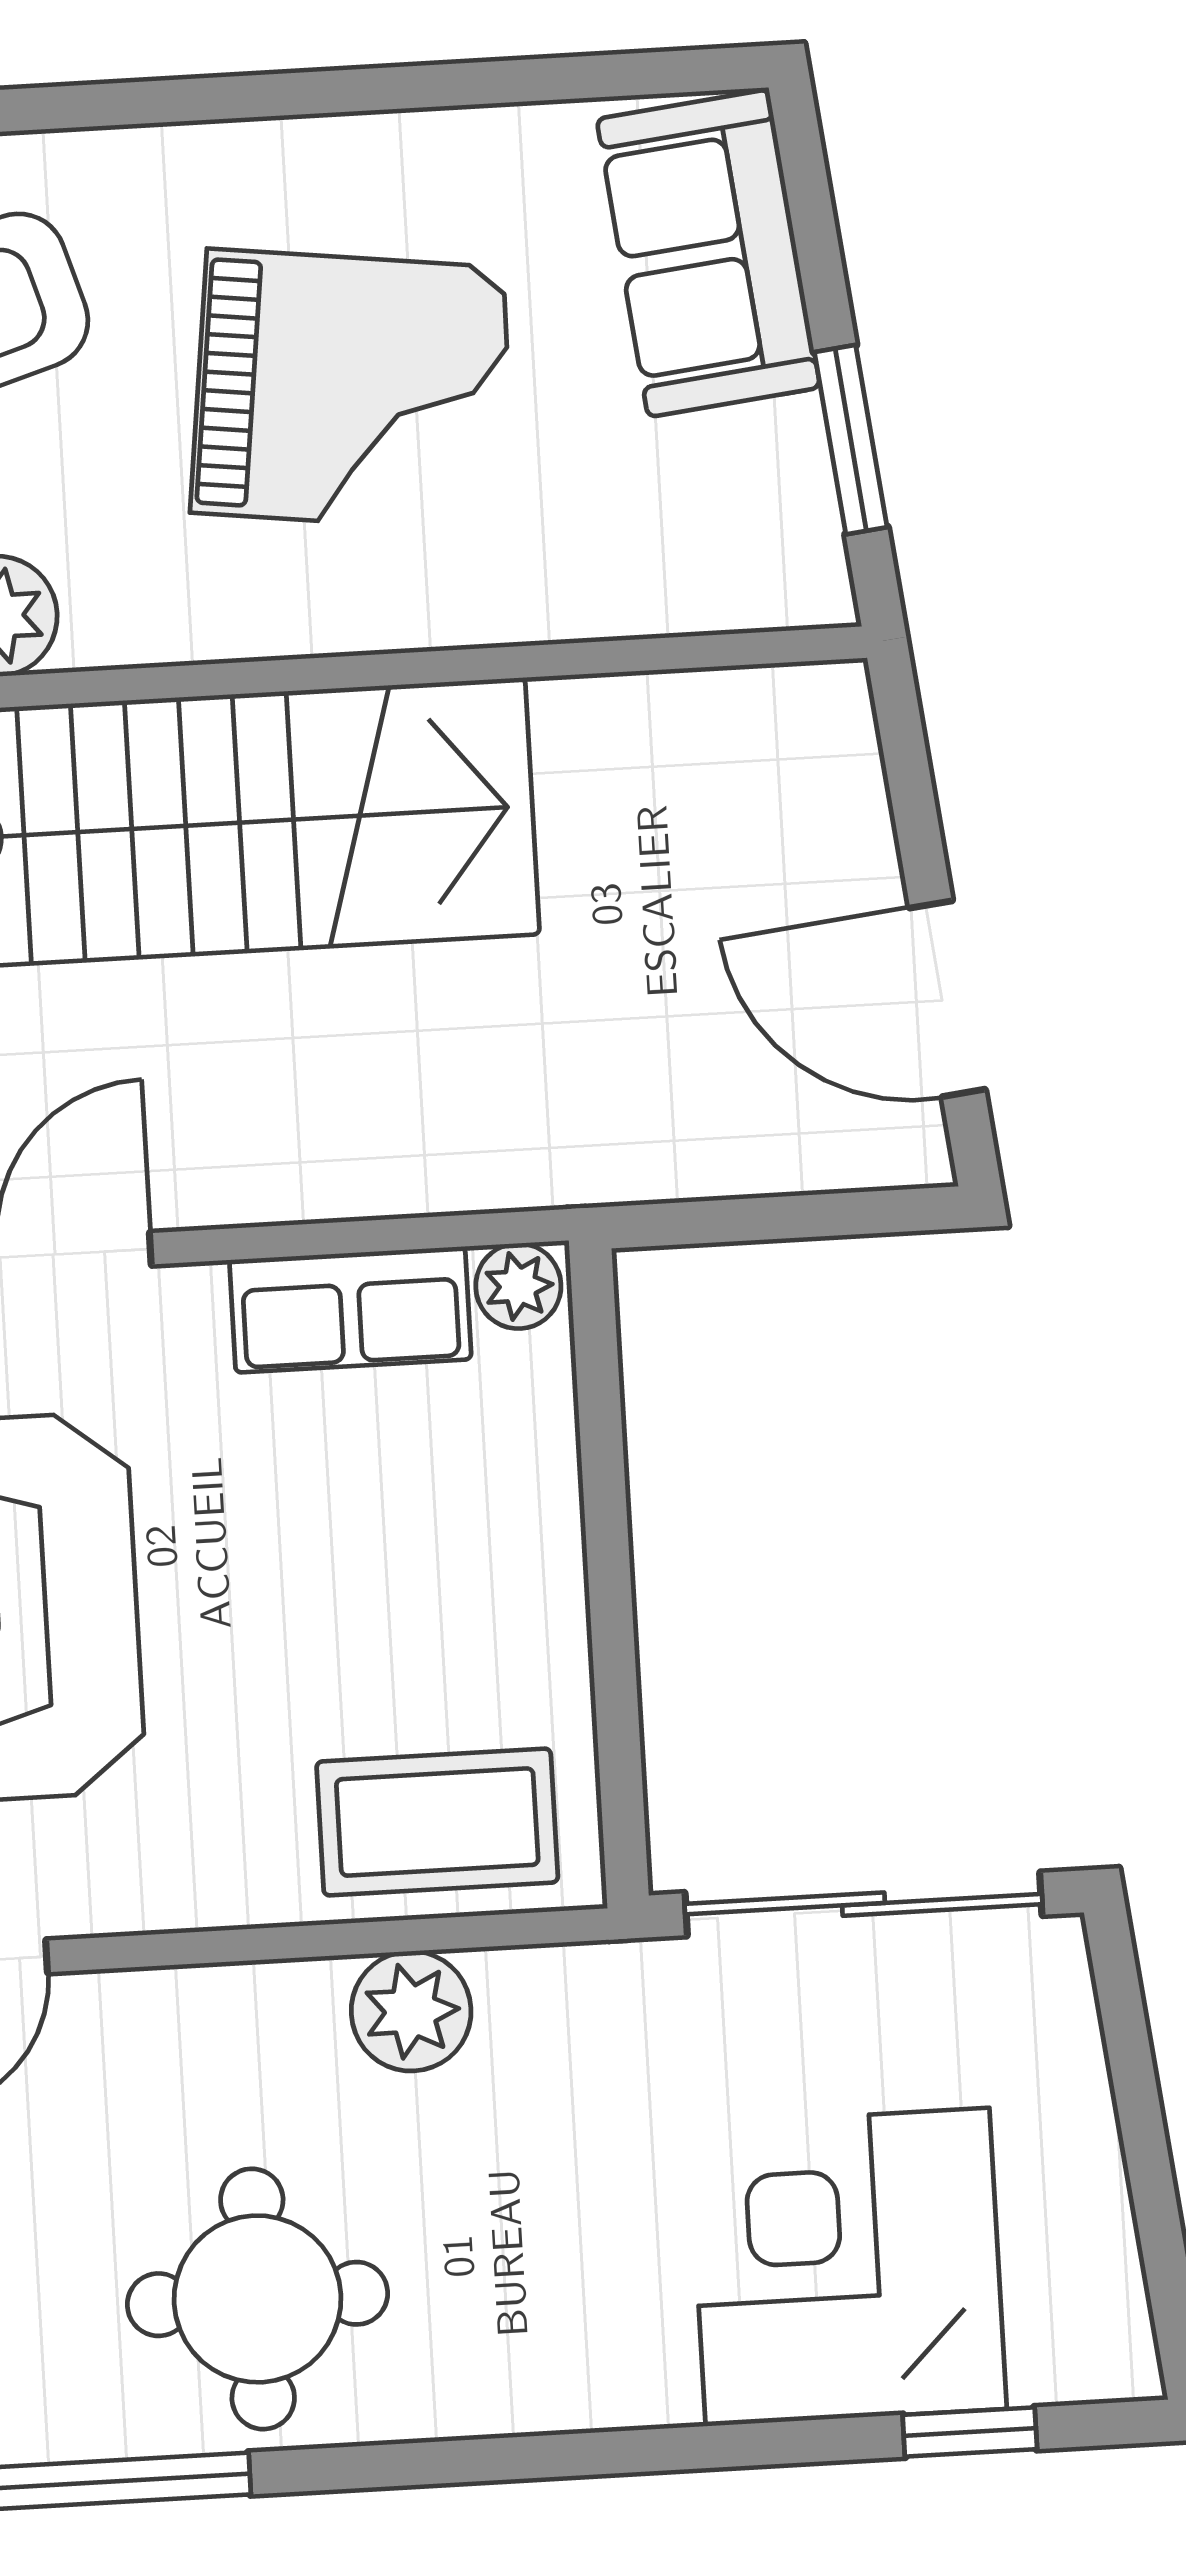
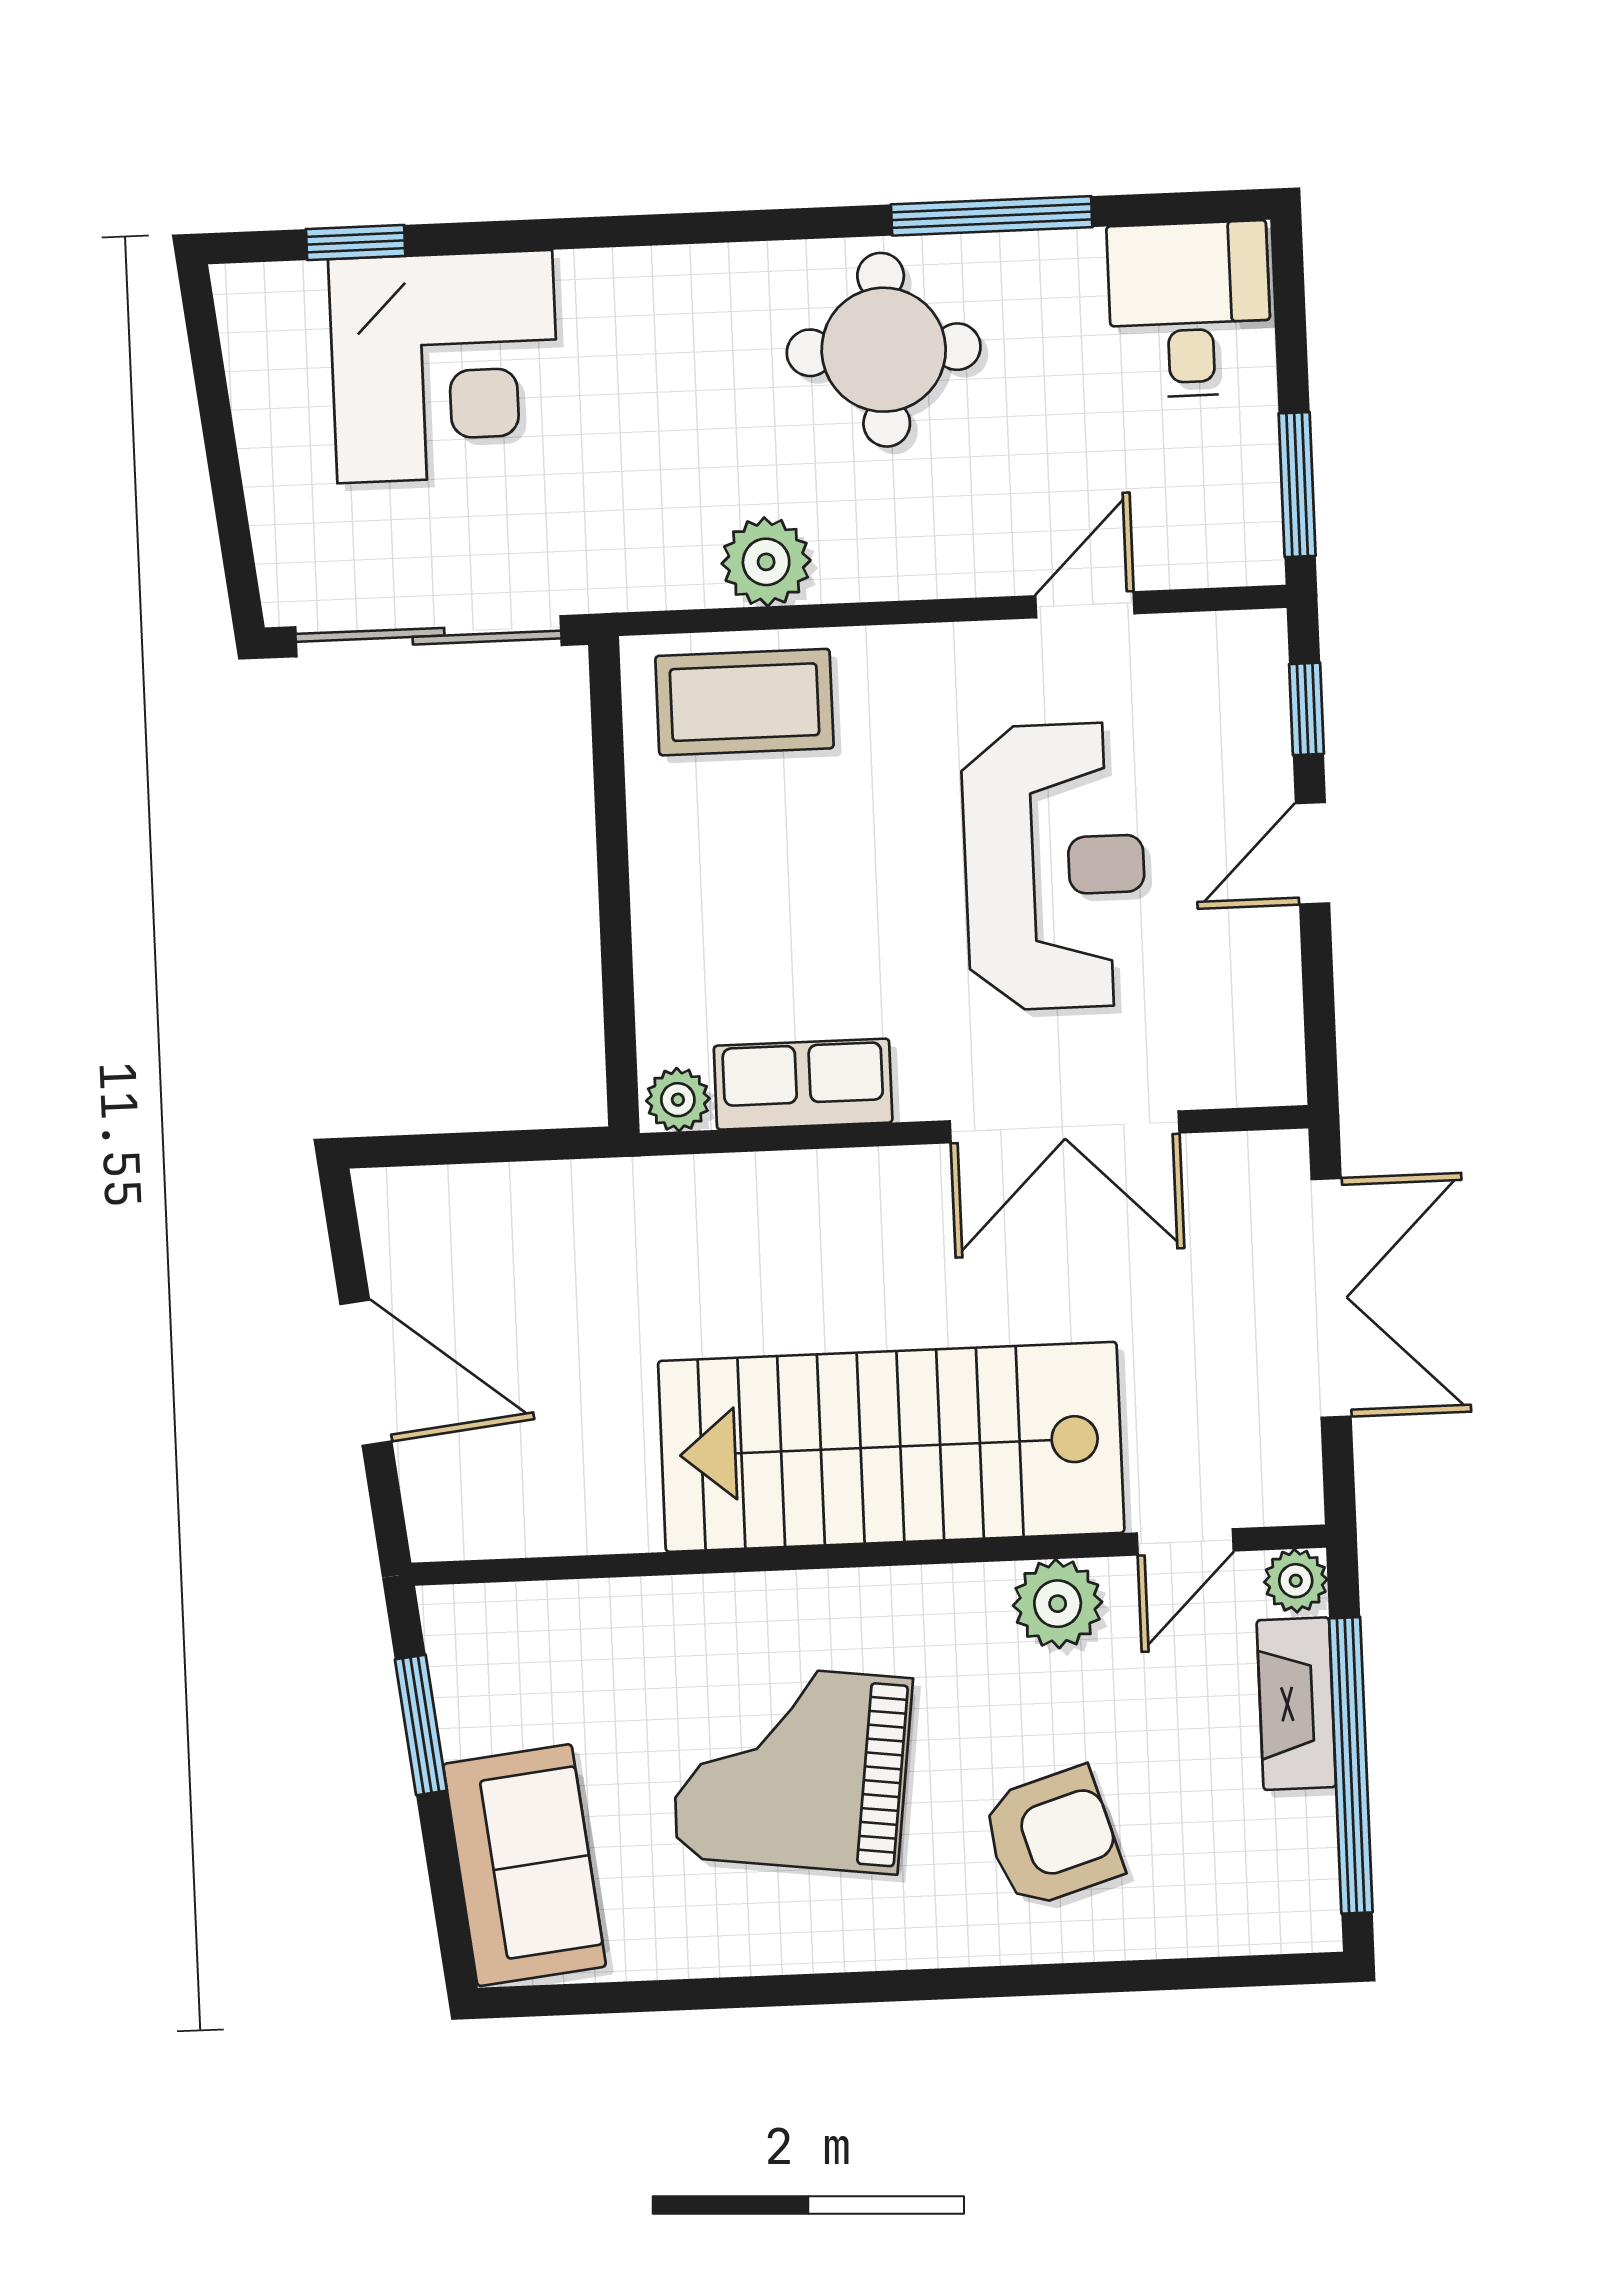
door: (947, 999) -> (366, 1373), moved

